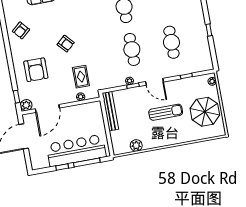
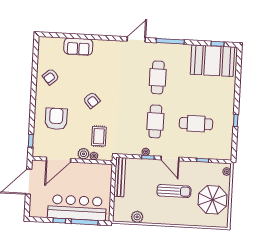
cafe table: (171, 42) -> (196, 124), turned 90
armchair: (36, 70) -> (56, 119), turned 180
plant: (26, 105) -> (83, 154), moved

